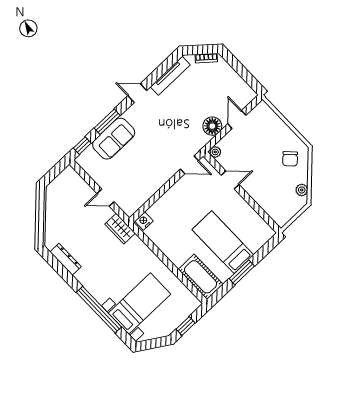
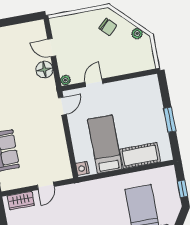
wardrobe: (120, 229) -> (21, 201), moved
bed: (223, 242) -> (105, 144), moved, turned 90
cot: (201, 277) -> (140, 156), moved

